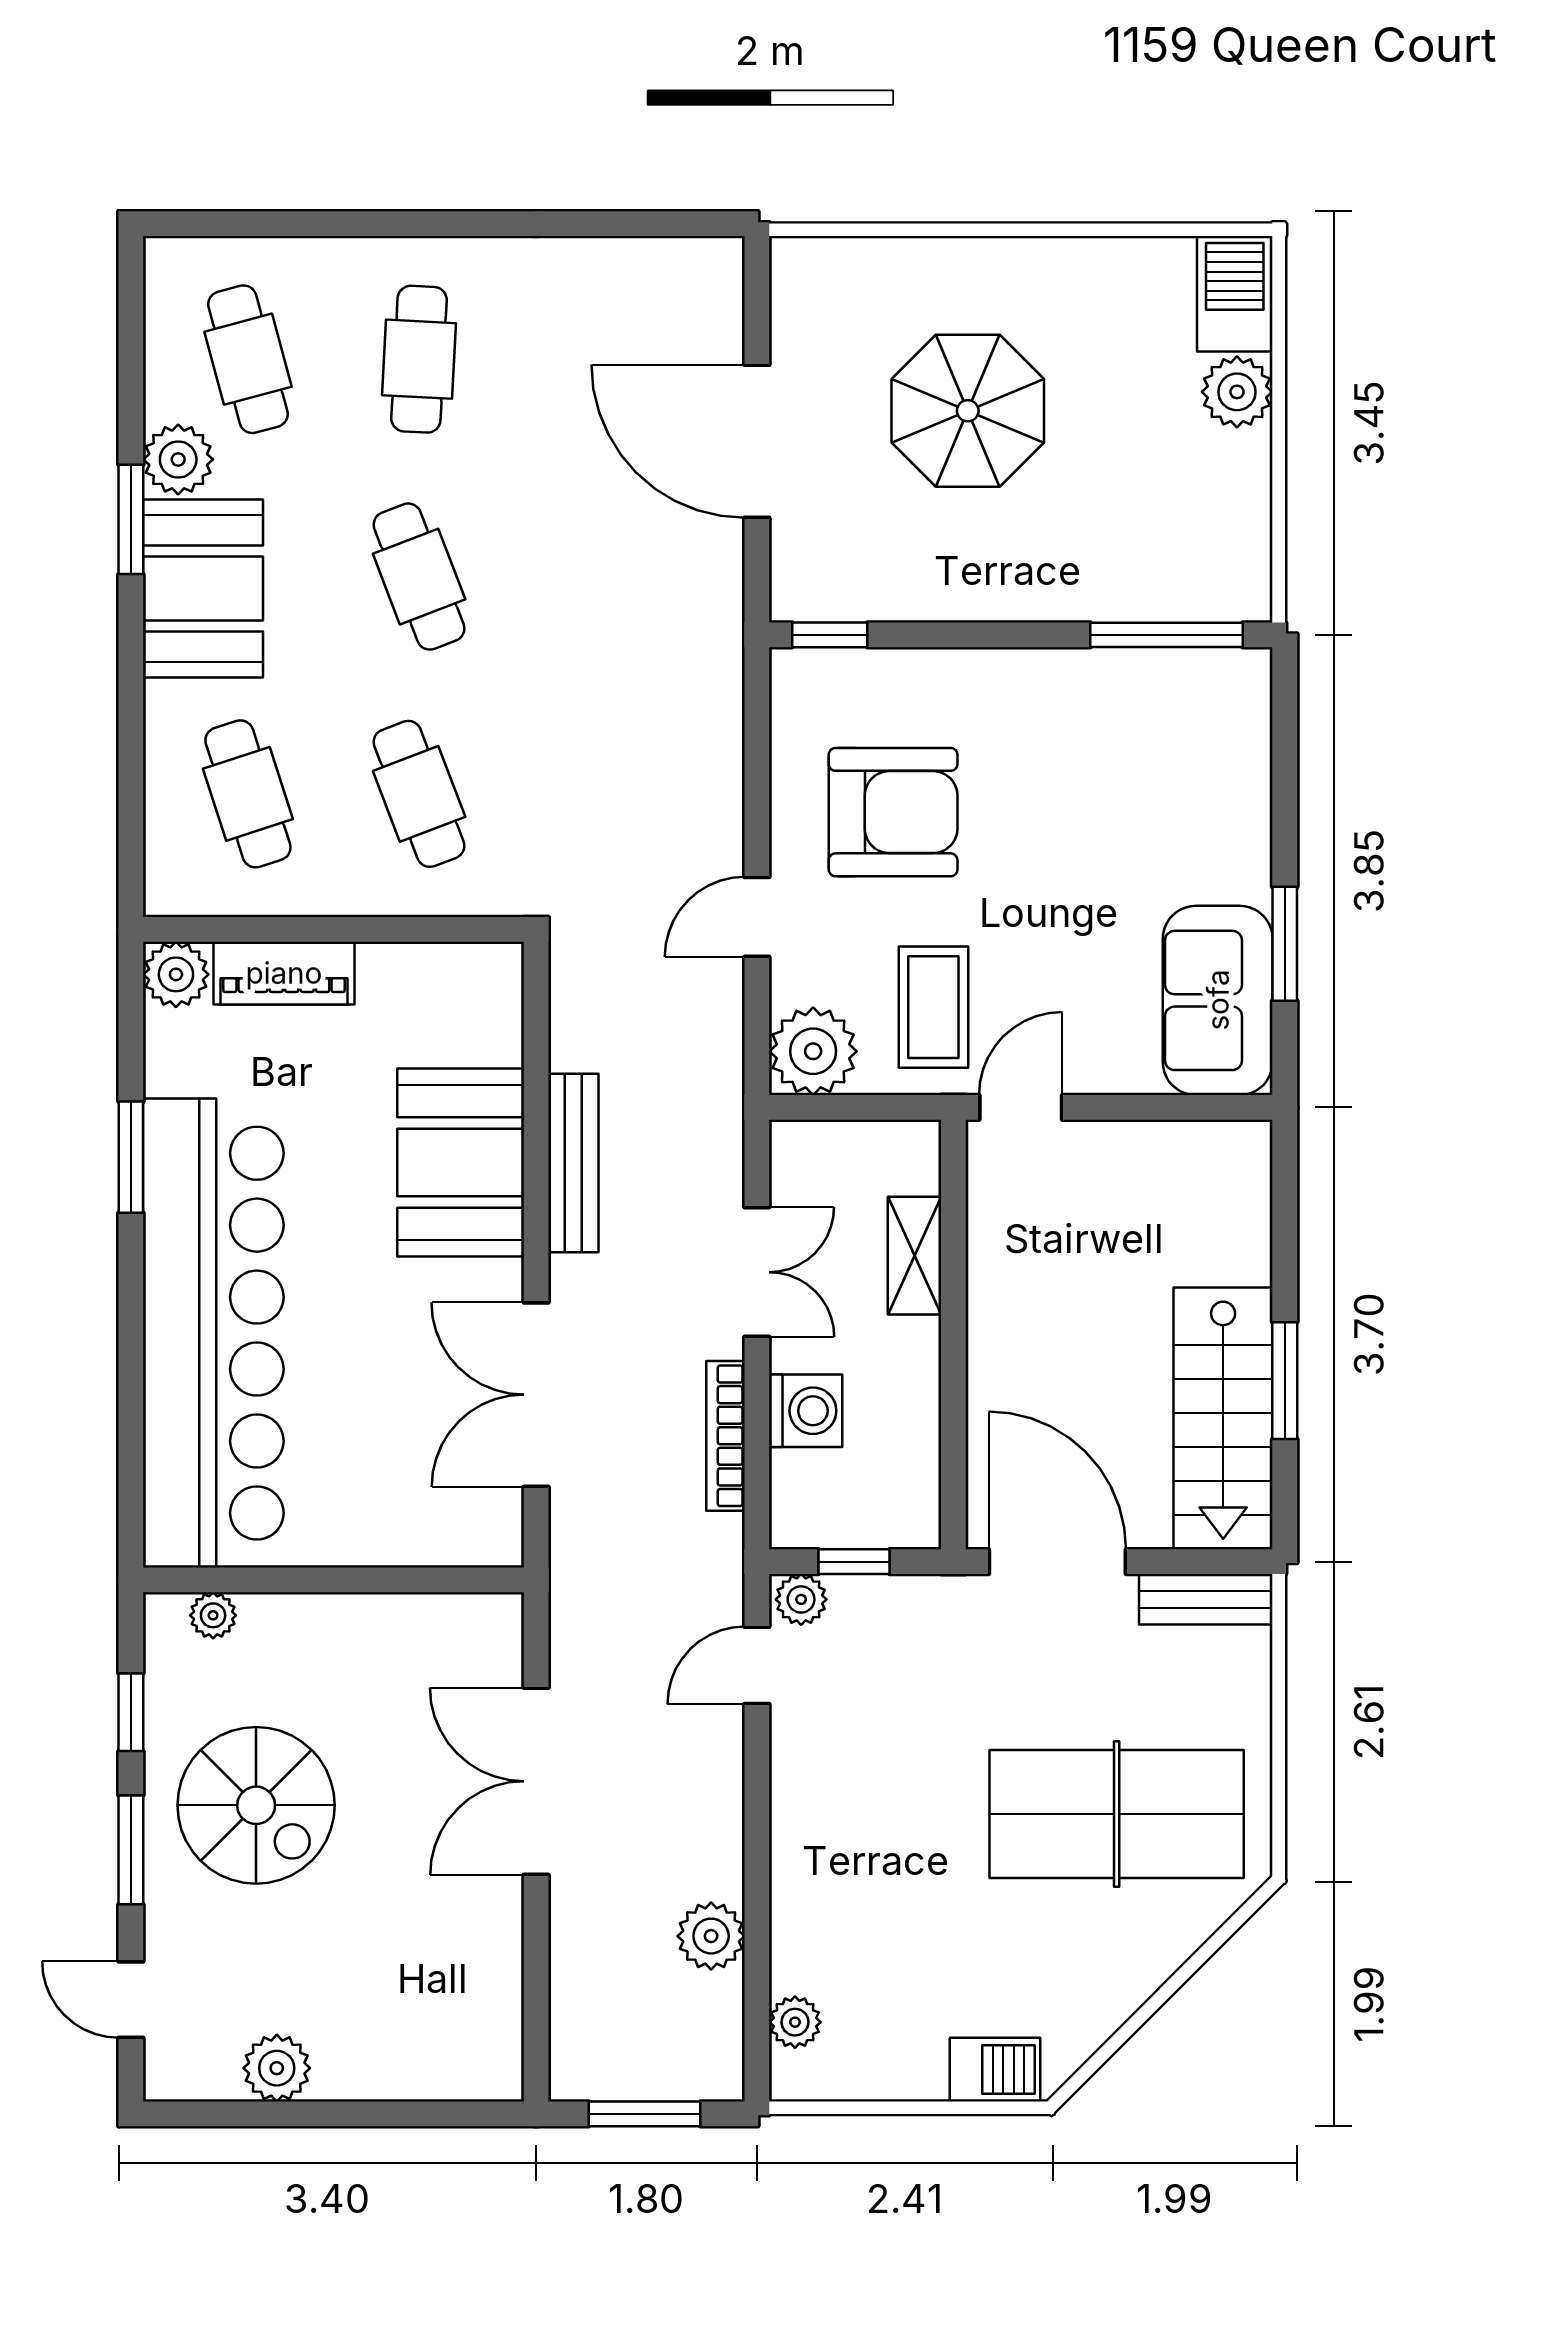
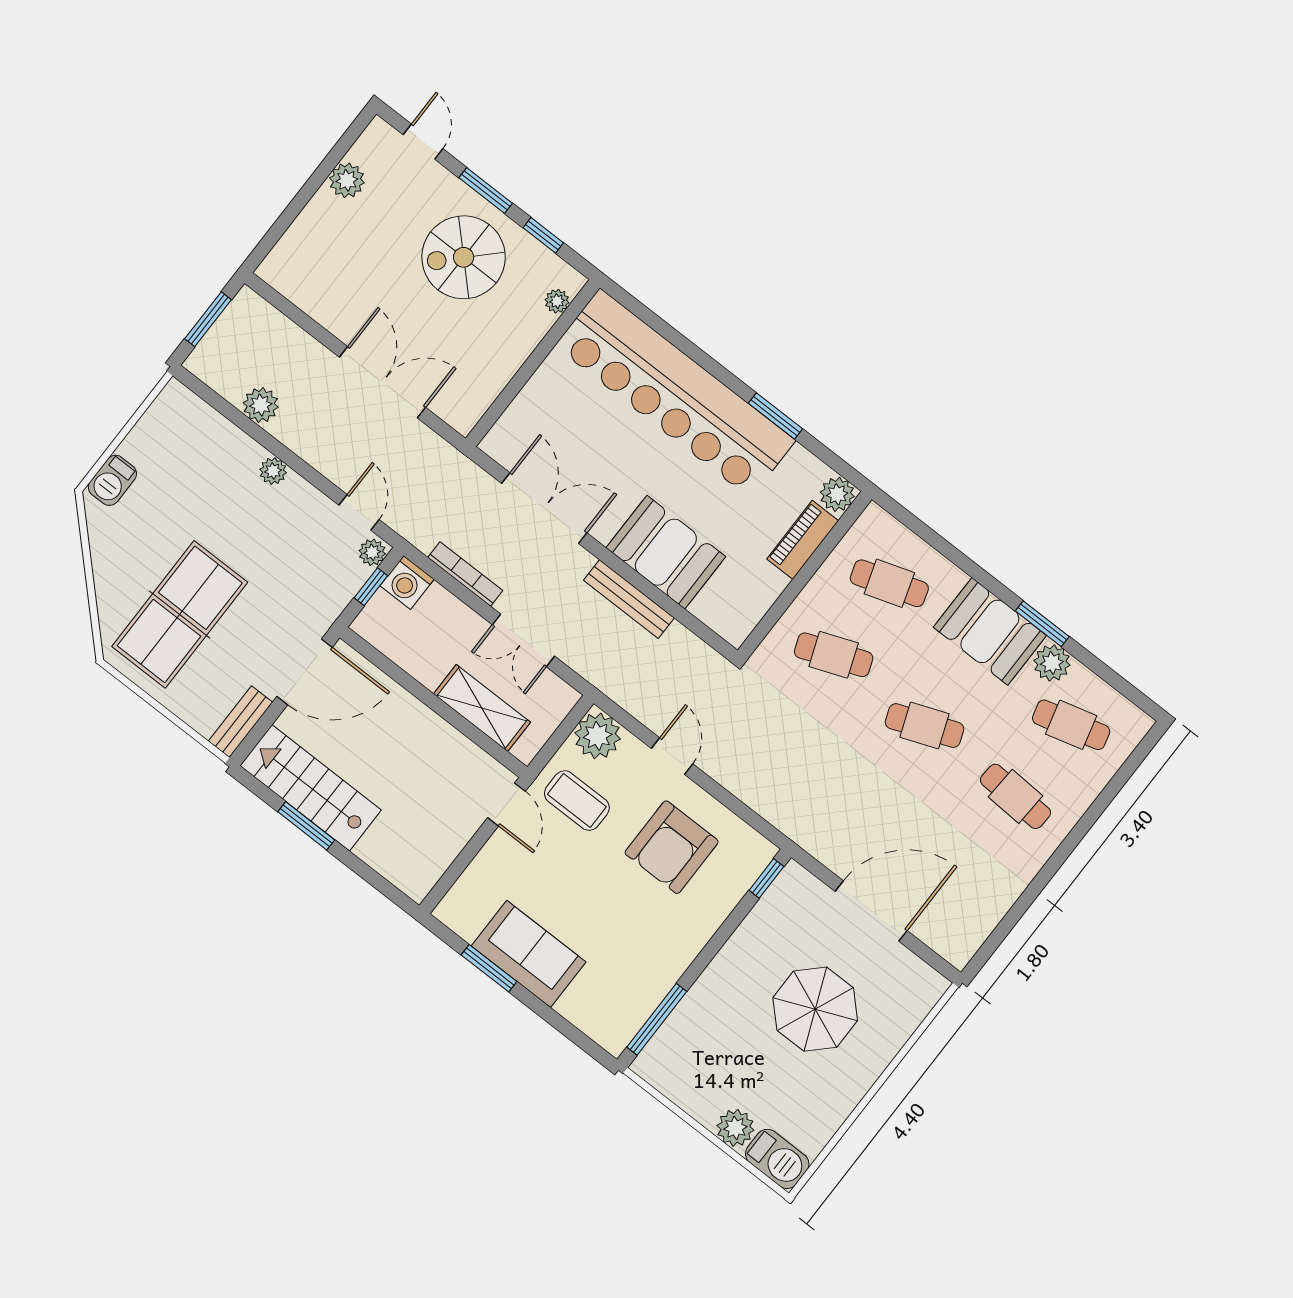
sofa: (1218, 1000) -> (529, 954), moved
shelving: (915, 1256) -> (482, 708), width x1.50, depth x1.33
washing machine: (806, 1411) -> (407, 582), moved
door: (131, 2000) -> (423, 142), hinge flipped
plant: (795, 2022) -> (273, 471), moved

